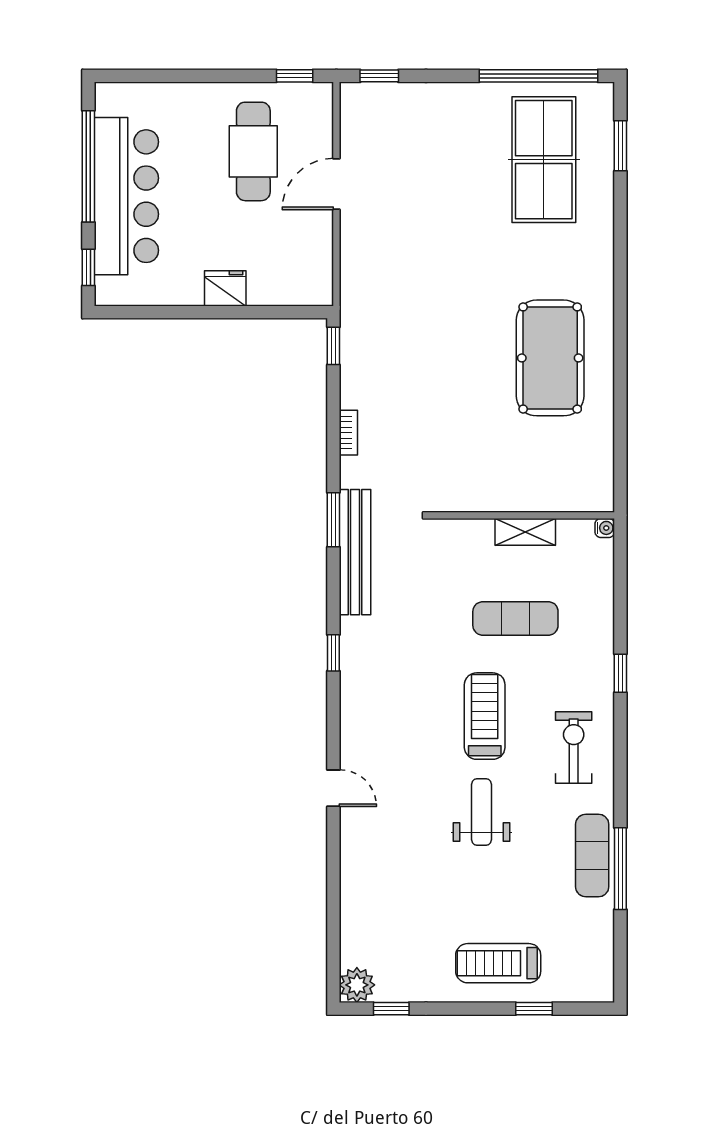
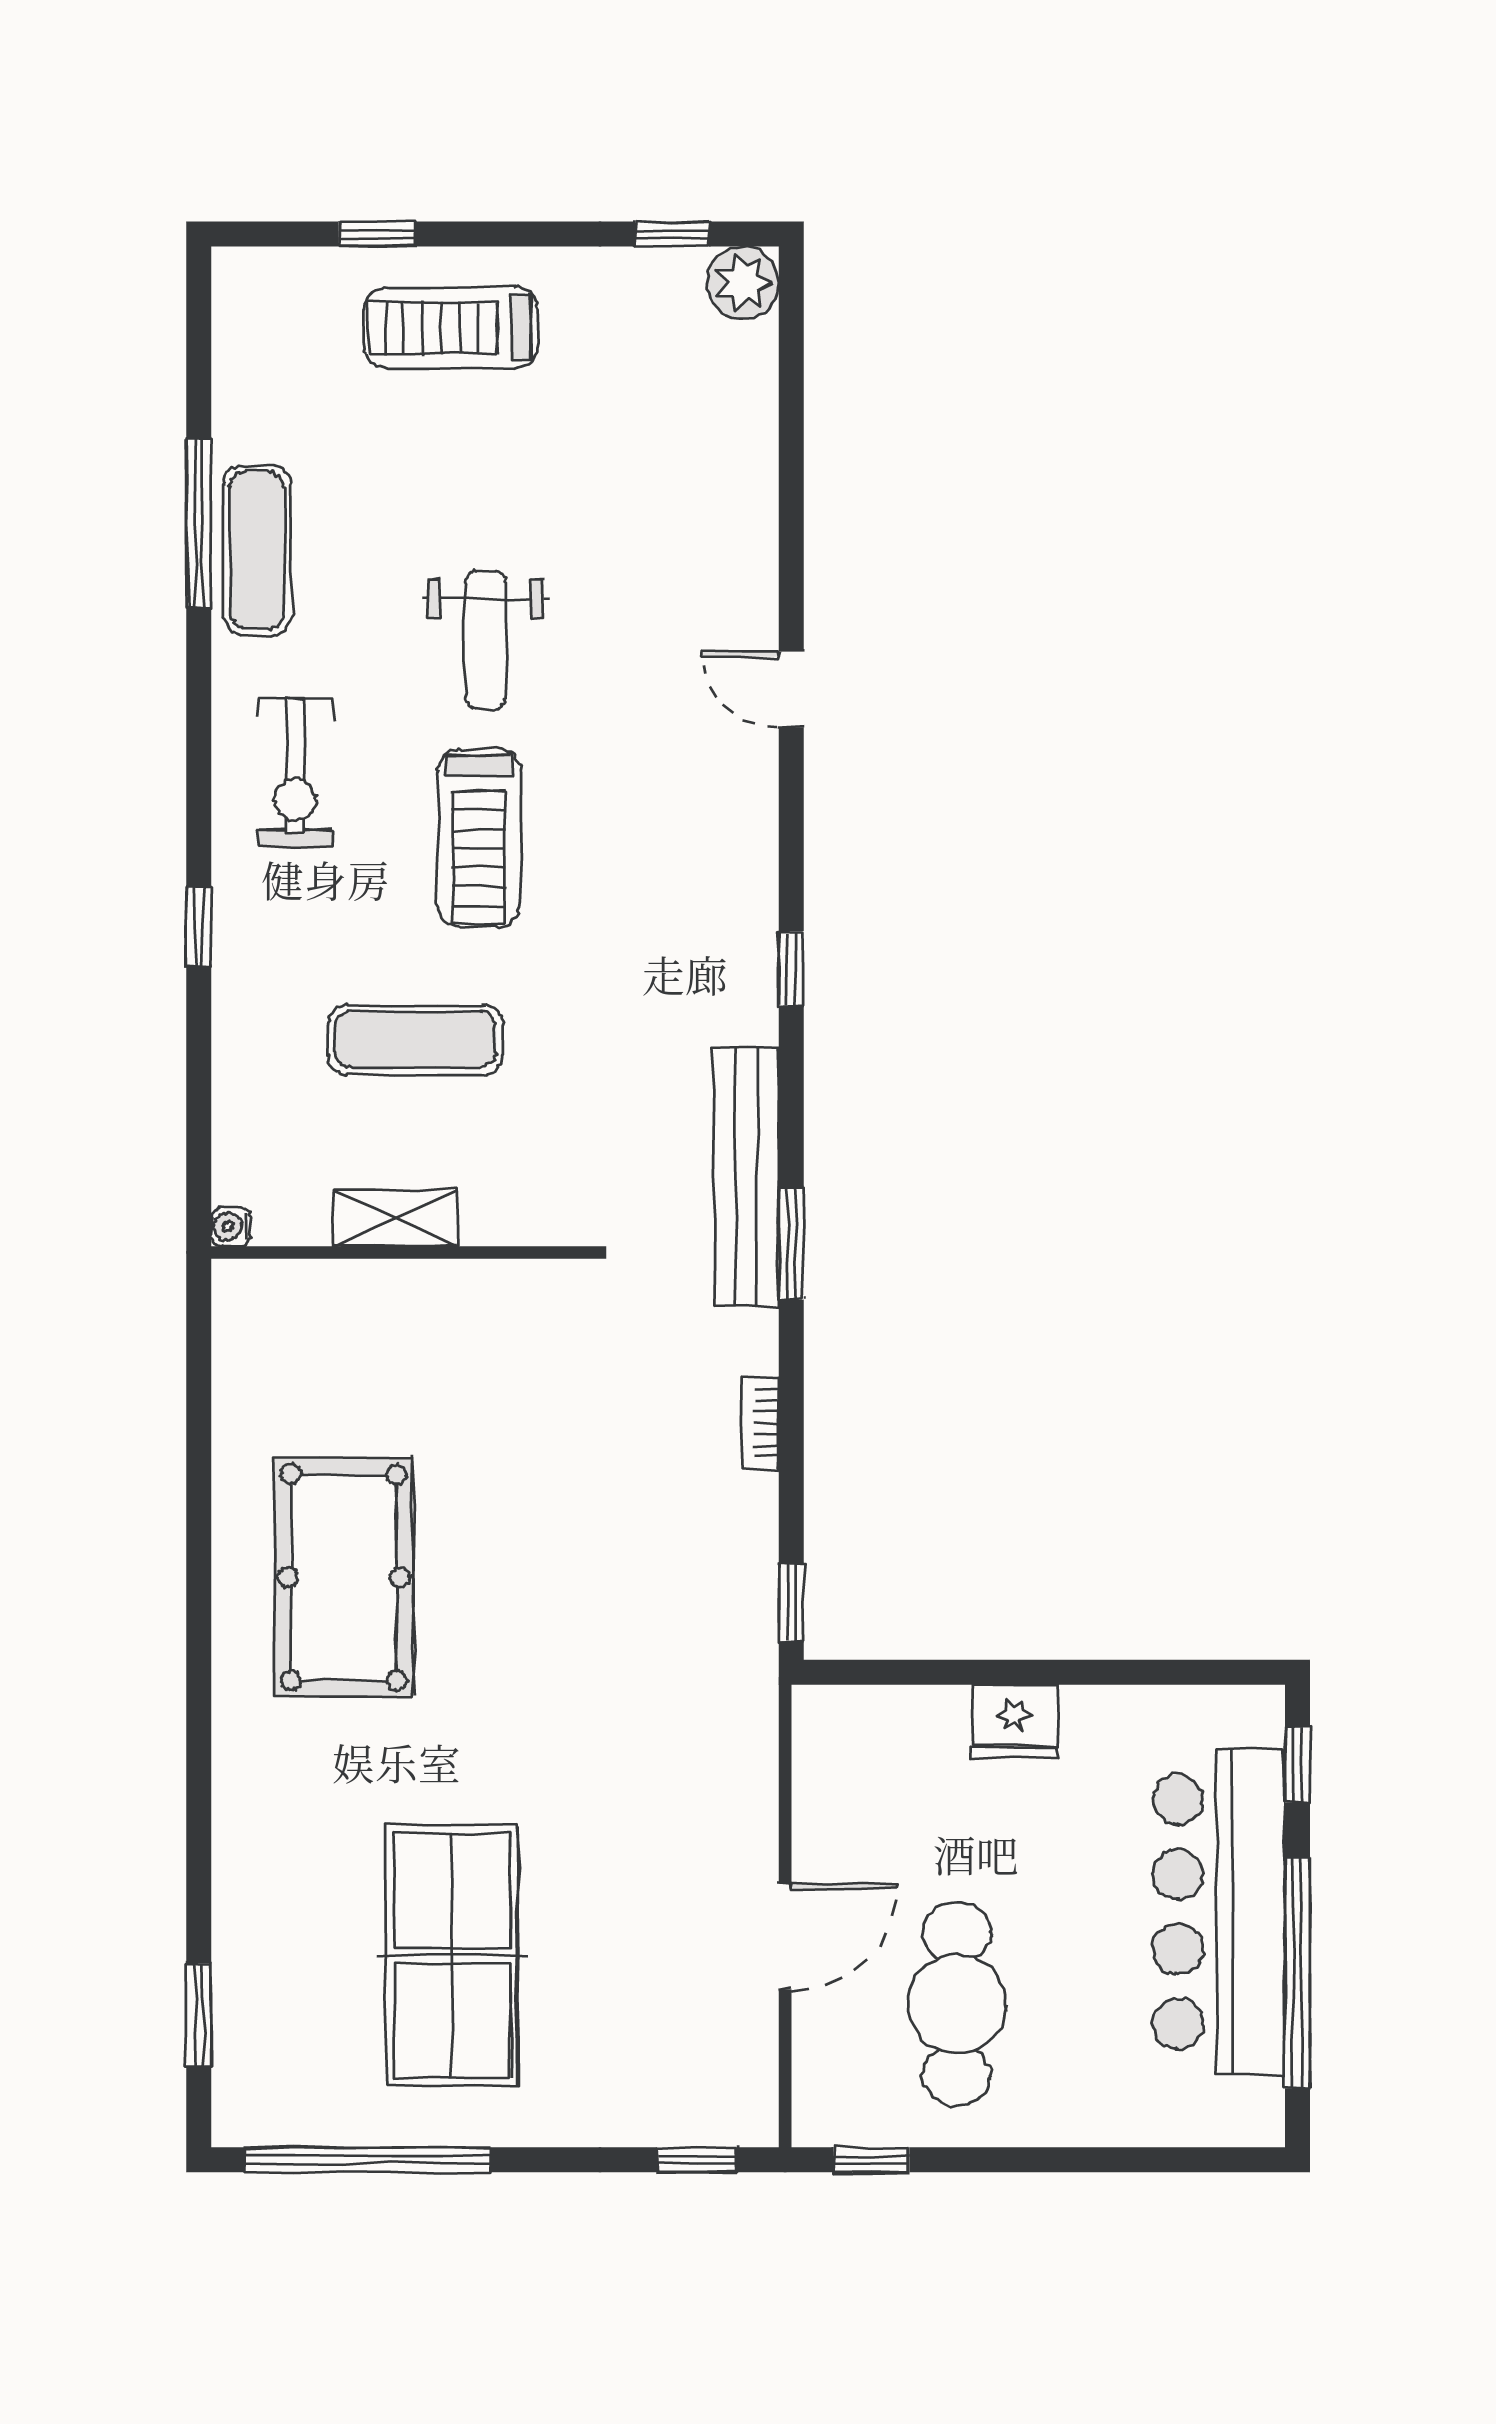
table tennis table: (544, 160) -> (452, 1956), moved
treadmill: (498, 963) -> (451, 328), turned 180

